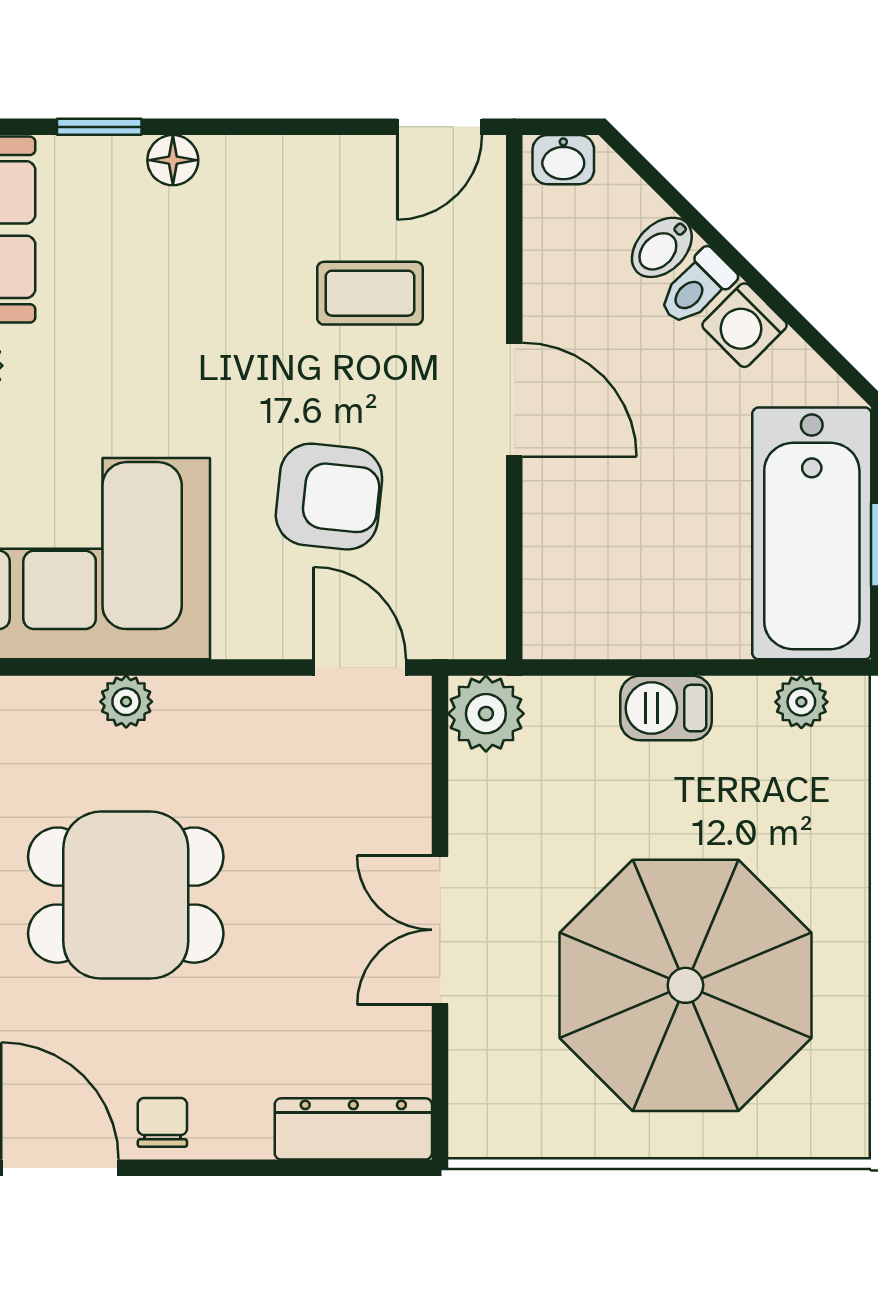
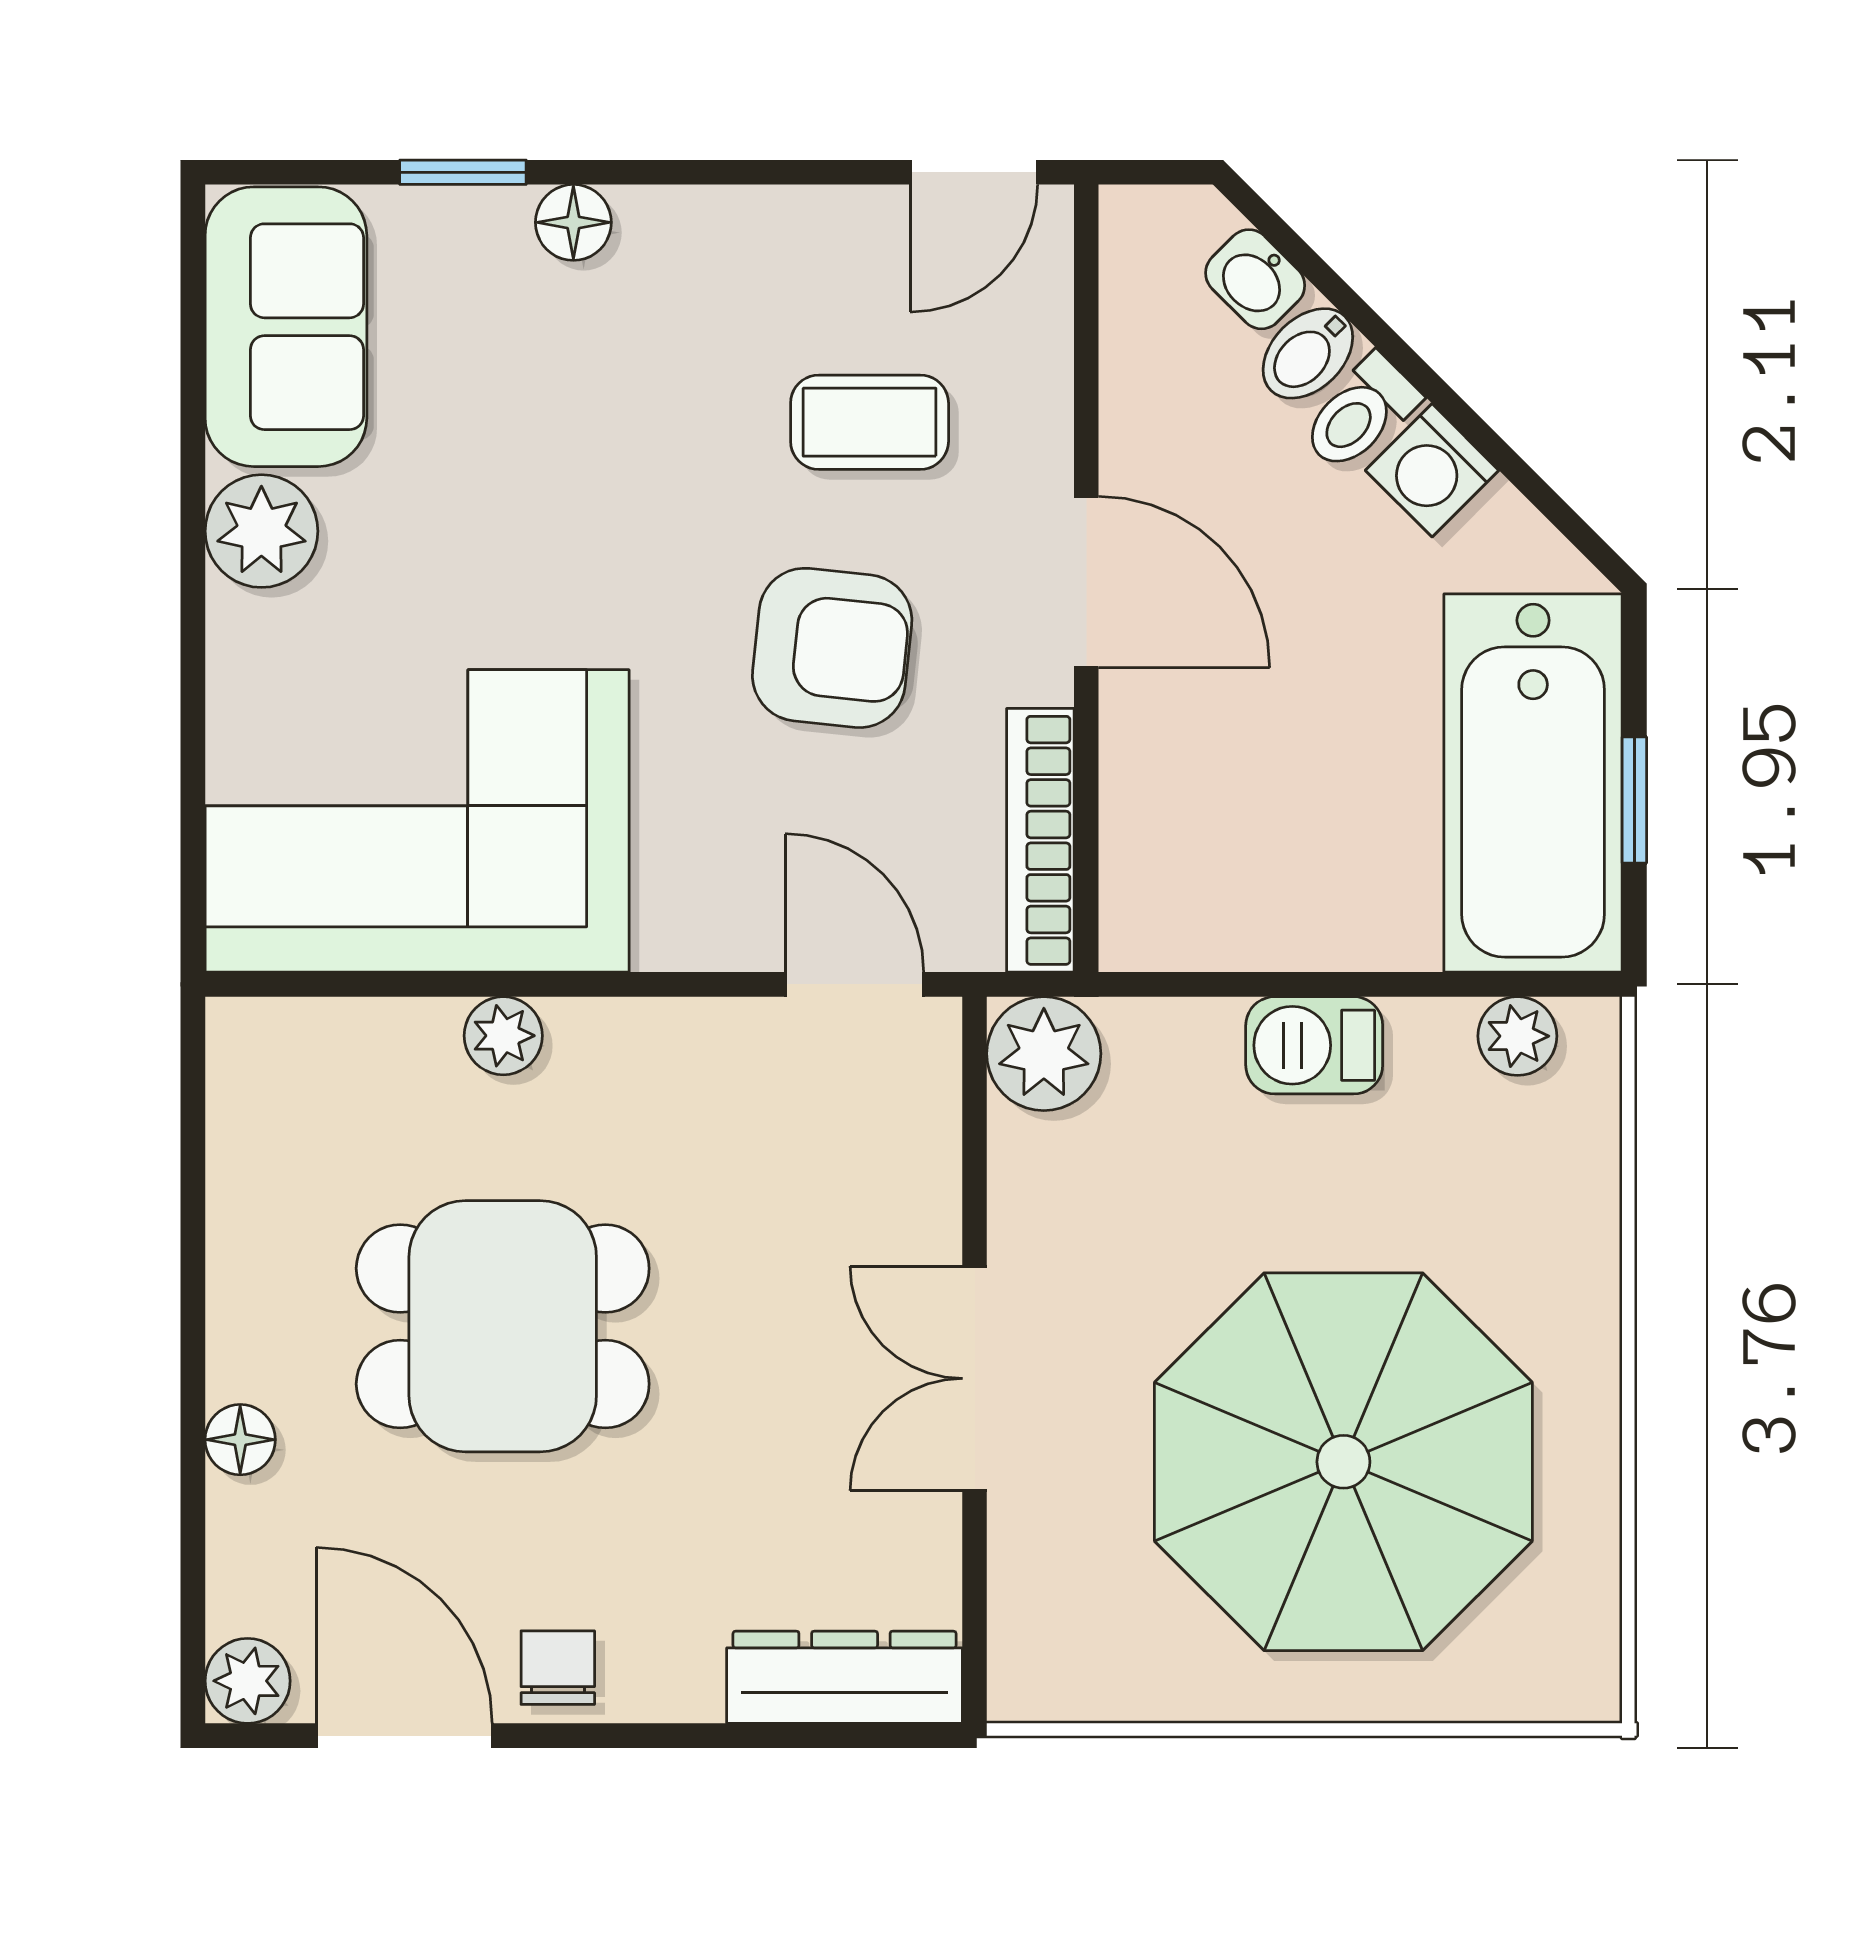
washbasin: (563, 160) -> (1255, 279), moved, turned 45
armchair: (329, 497) -> (832, 648), moved
bookcase: (484, 572) -> (1040, 840), added

